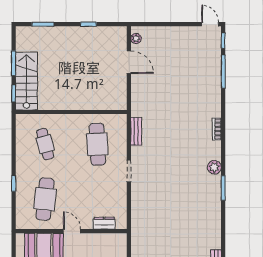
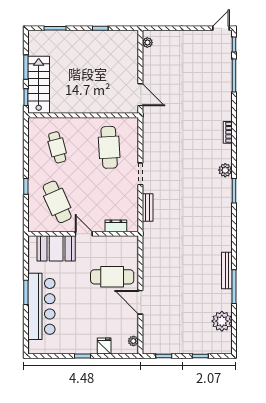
door: (210, 24) -> (221, 28), hinge flipped
door: (129, 62) -> (140, 95), moved
bench: (136, 131) -> (148, 208), moved
cafe table: (45, 199) -> (57, 202), turned -30

